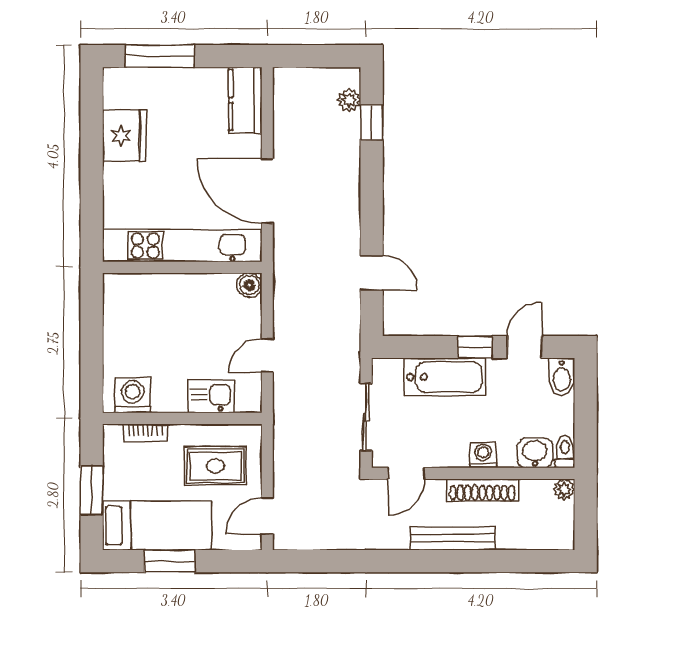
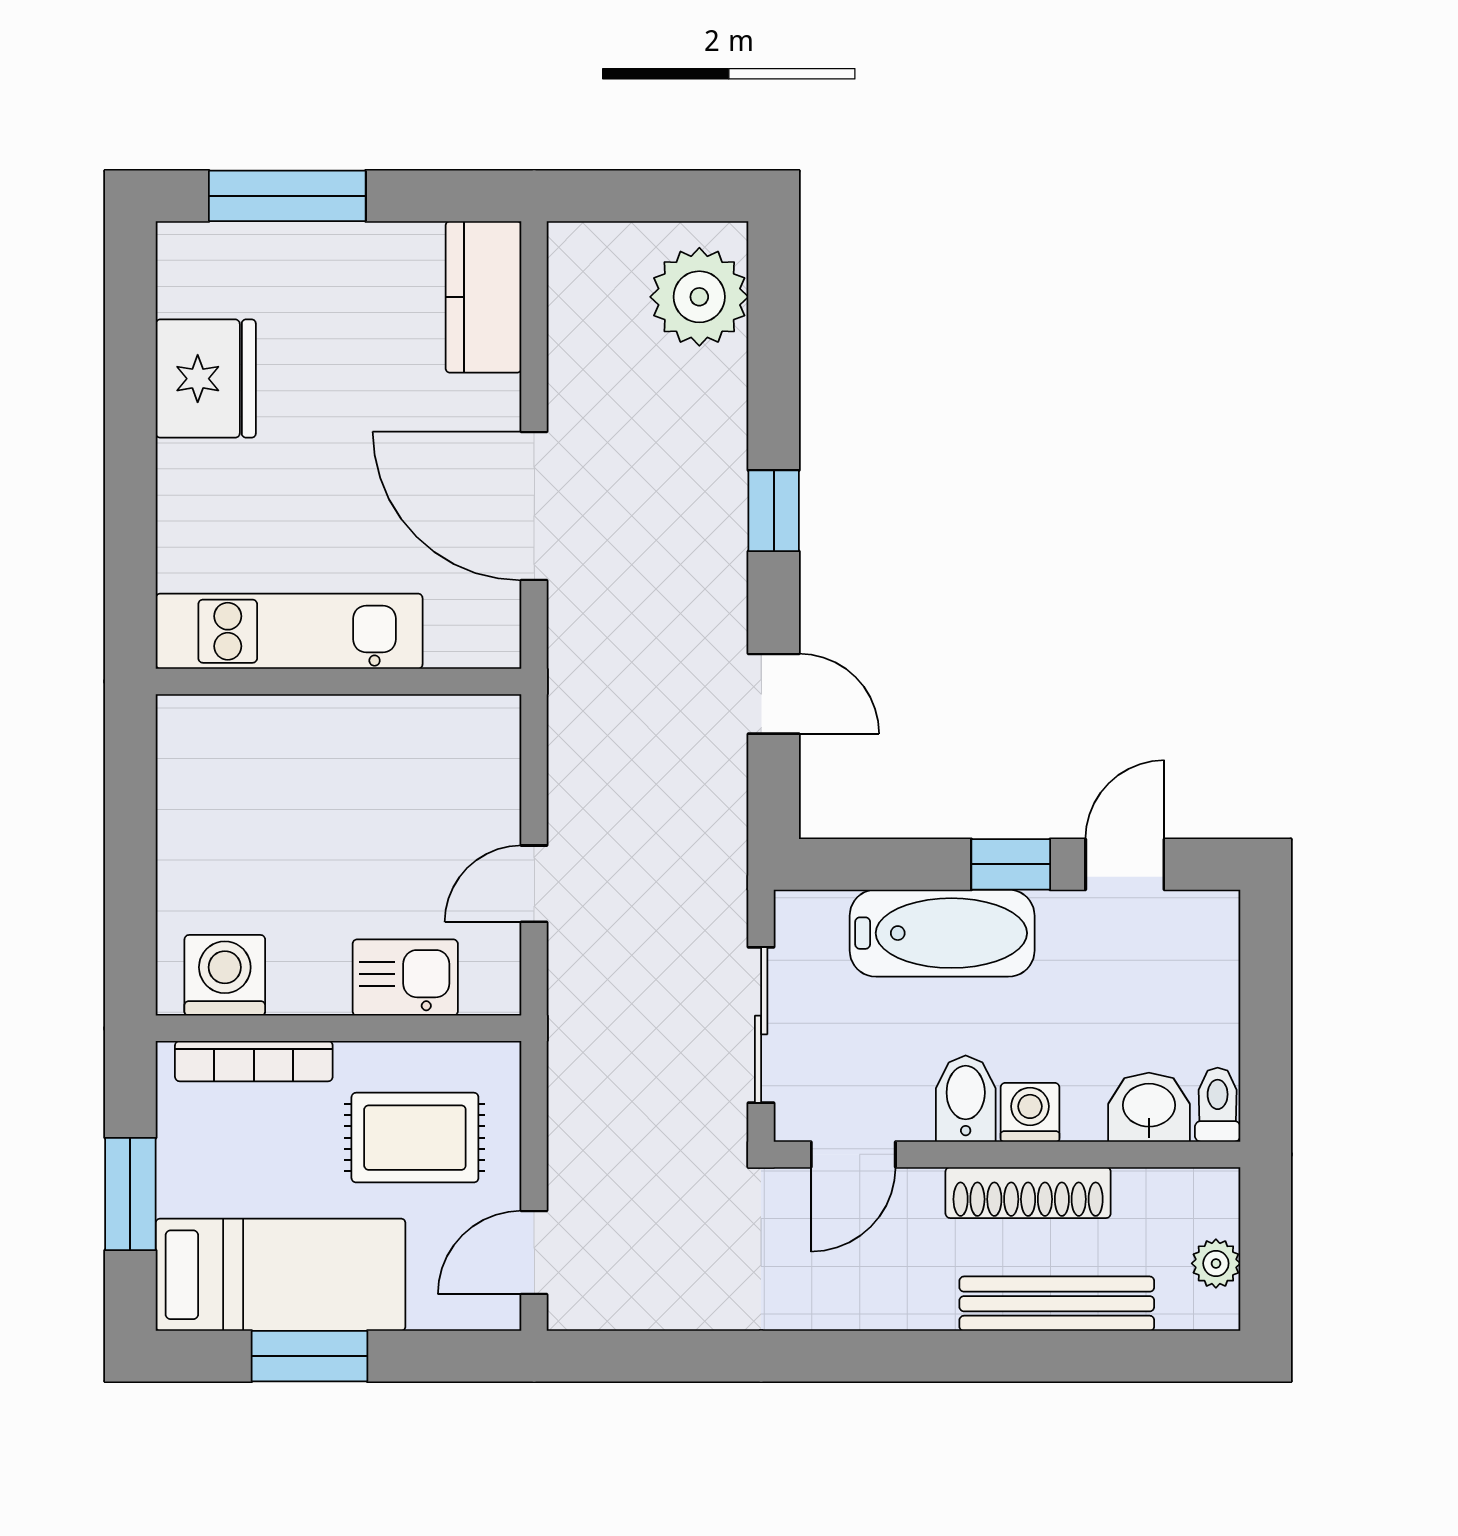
plant: (349, 100) -> (699, 297), width x1.87, depth x1.87
window: (372, 123) -> (774, 511), moved
kitchen unit: (182, 246) -> (289, 631), width x0.73
boiler: (249, 285) -> (493, 722), removed
bidet: (562, 377) -> (966, 1099), moved, turned 180
bookcase: (145, 433) -> (254, 1061), width x1.56
plant: (564, 489) -> (1216, 1263), moved
bench: (453, 538) -> (1057, 1304), moved

